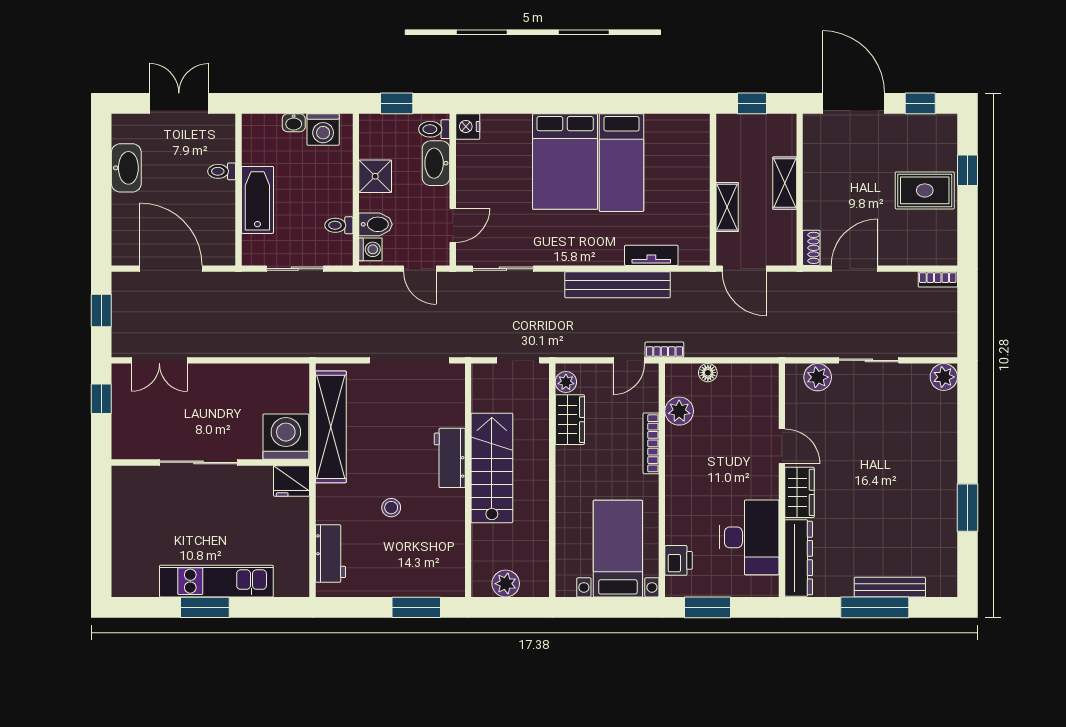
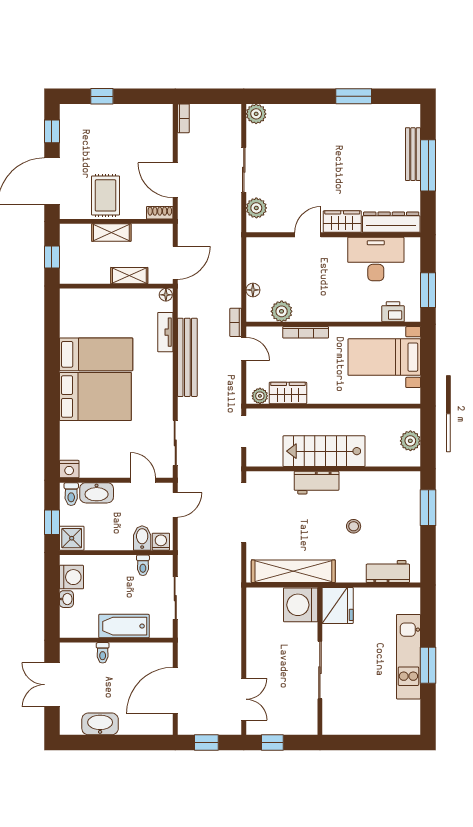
shower: (375, 176) -> (72, 538), moved
rug: (925, 190) -> (106, 195), moved
floor lamp: (701, 256) -> (166, 295), added
fridge: (292, 481) -> (338, 605), width x1.36, depth x1.34

